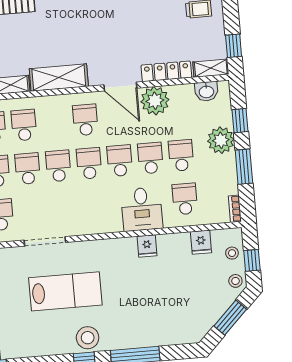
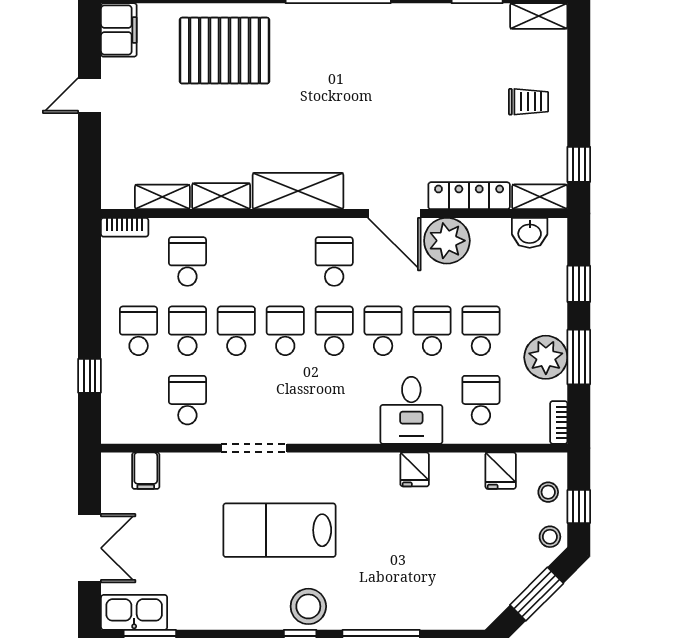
school desk: (24, 125) -> (236, 262), removed
plant: (221, 140) -> (546, 357), moved
lab bench: (65, 291) -> (279, 530), turned 180

